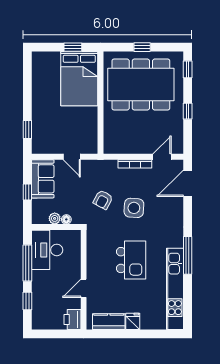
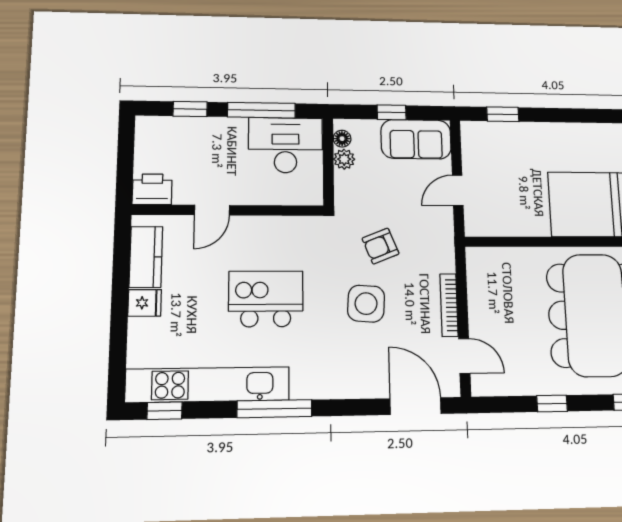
armchair: (103, 200) -> (381, 246), turned -50
floor lamp: (66, 219) -> (342, 139), moved
kitchen island: (131, 260) -> (266, 299), turned 180
door: (84, 288) -> (212, 210), swing flipped
window: (188, 310) -> (165, 411), added

